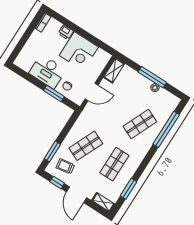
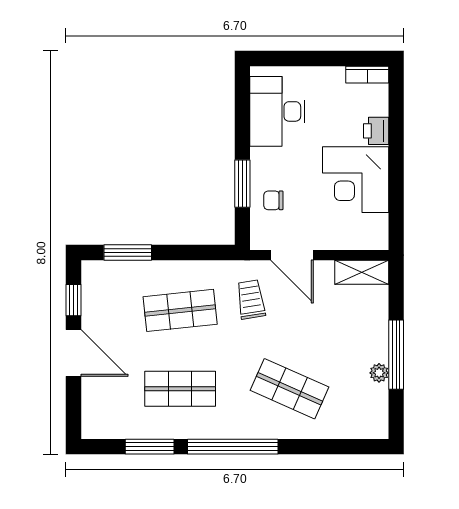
desk: (47, 71) -> (277, 111), moved
window: (166, 129) -> (233, 447), moved
shop shelf: (86, 146) -> (180, 310), turned -30
trolley: (65, 166) -> (251, 299), moved
door: (77, 195) -> (73, 353), swing flipped
shelving: (103, 202) -> (92, 414), removed

